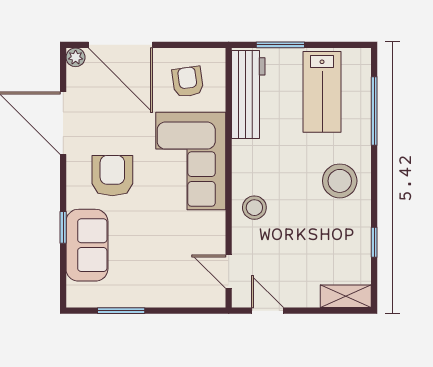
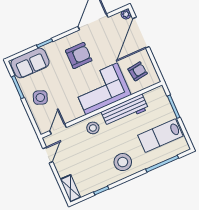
workbench: (248, 95) -> (125, 110), moved
sofa: (87, 245) -> (30, 63), moved
side table: (158, 278) -> (40, 98), added

